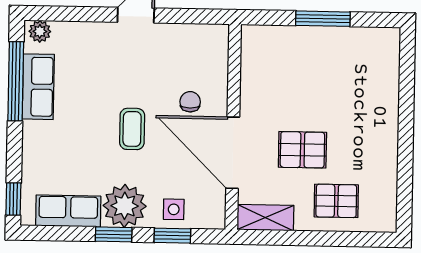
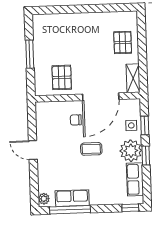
pallet: (302, 150) -> (62, 77), moved

